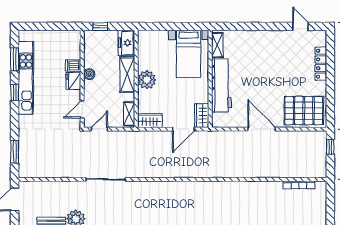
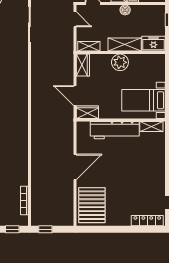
locker: (321, 64) -> (147, 221), moved
window: (330, 147) -> (45, 229), moved
window: (330, 198) -> (12, 229), added

